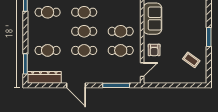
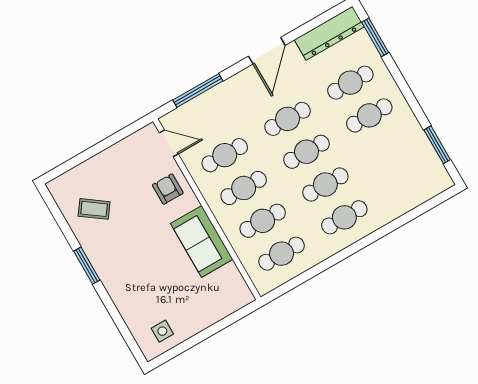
cafe table: (48, 12) -> (369, 115), moved
cafe table: (121, 12) -> (263, 221), added
door: (142, 70) -> (169, 143), swing flipped
door: (76, 85) -> (267, 51), swing flipped

